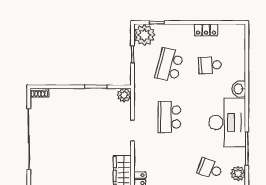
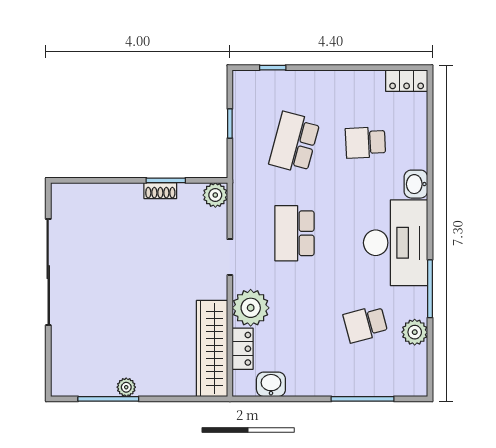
locker: (206, 30) -> (407, 81), moved
plant: (144, 35) -> (251, 308), moved
shoe rack: (39, 93) -> (160, 191), moved
school desk: (210, 169) -> (365, 324), turned -36

